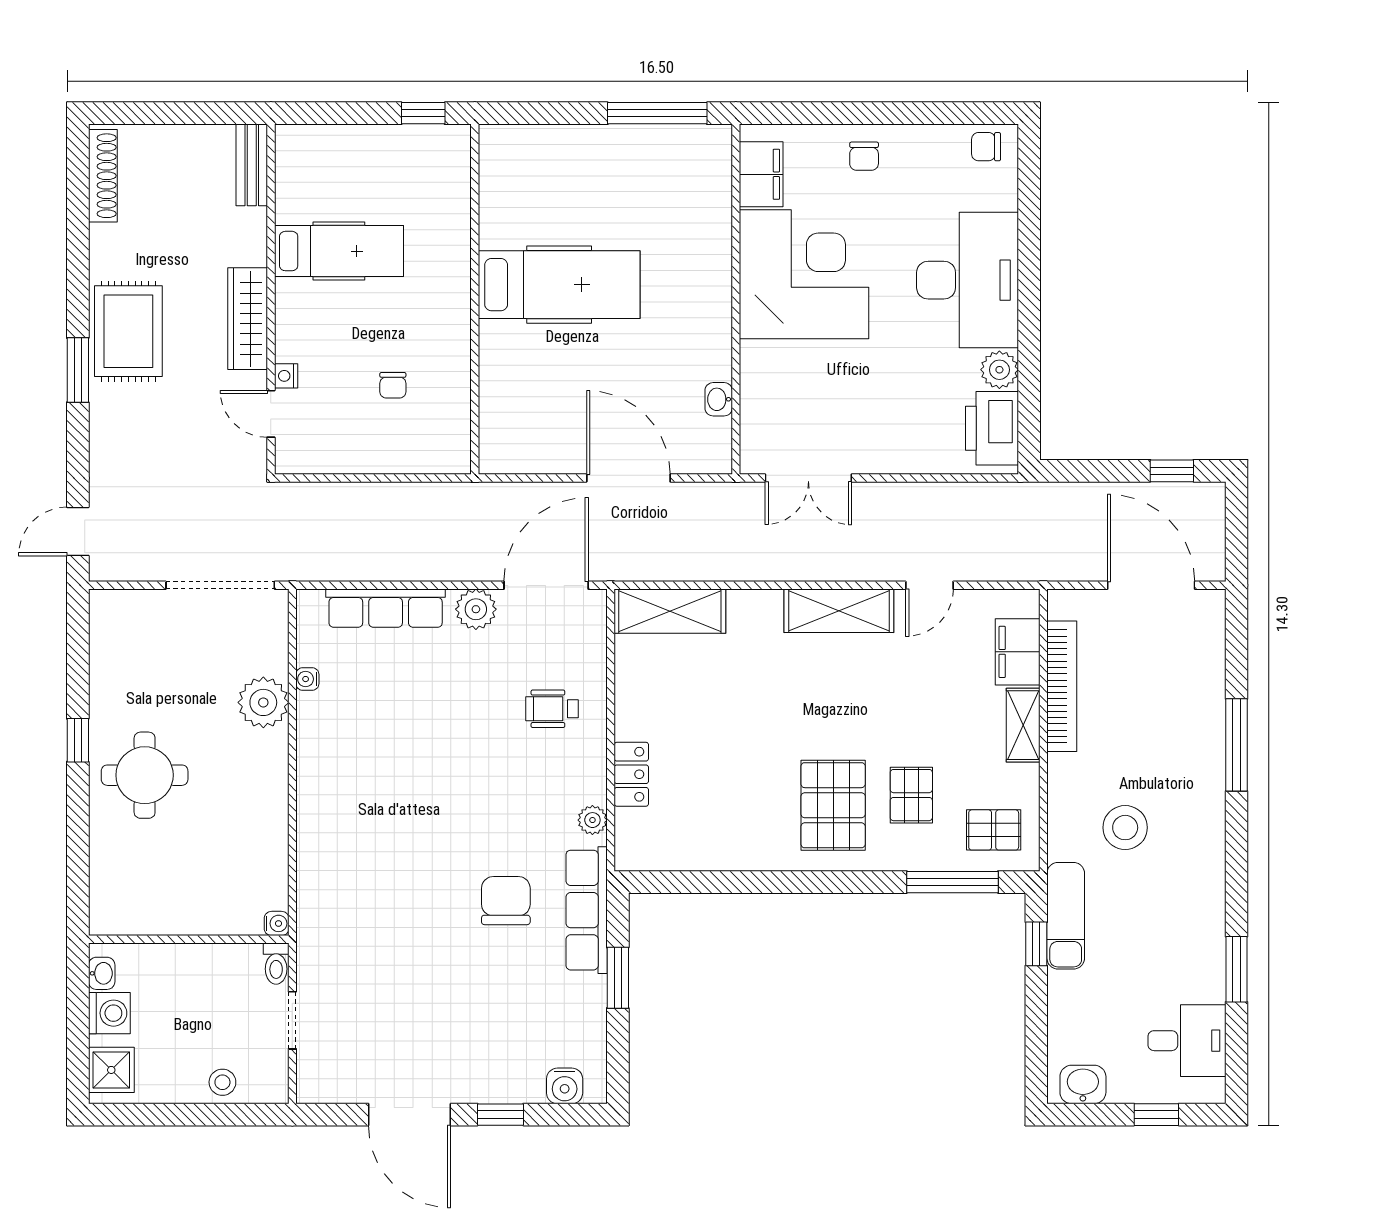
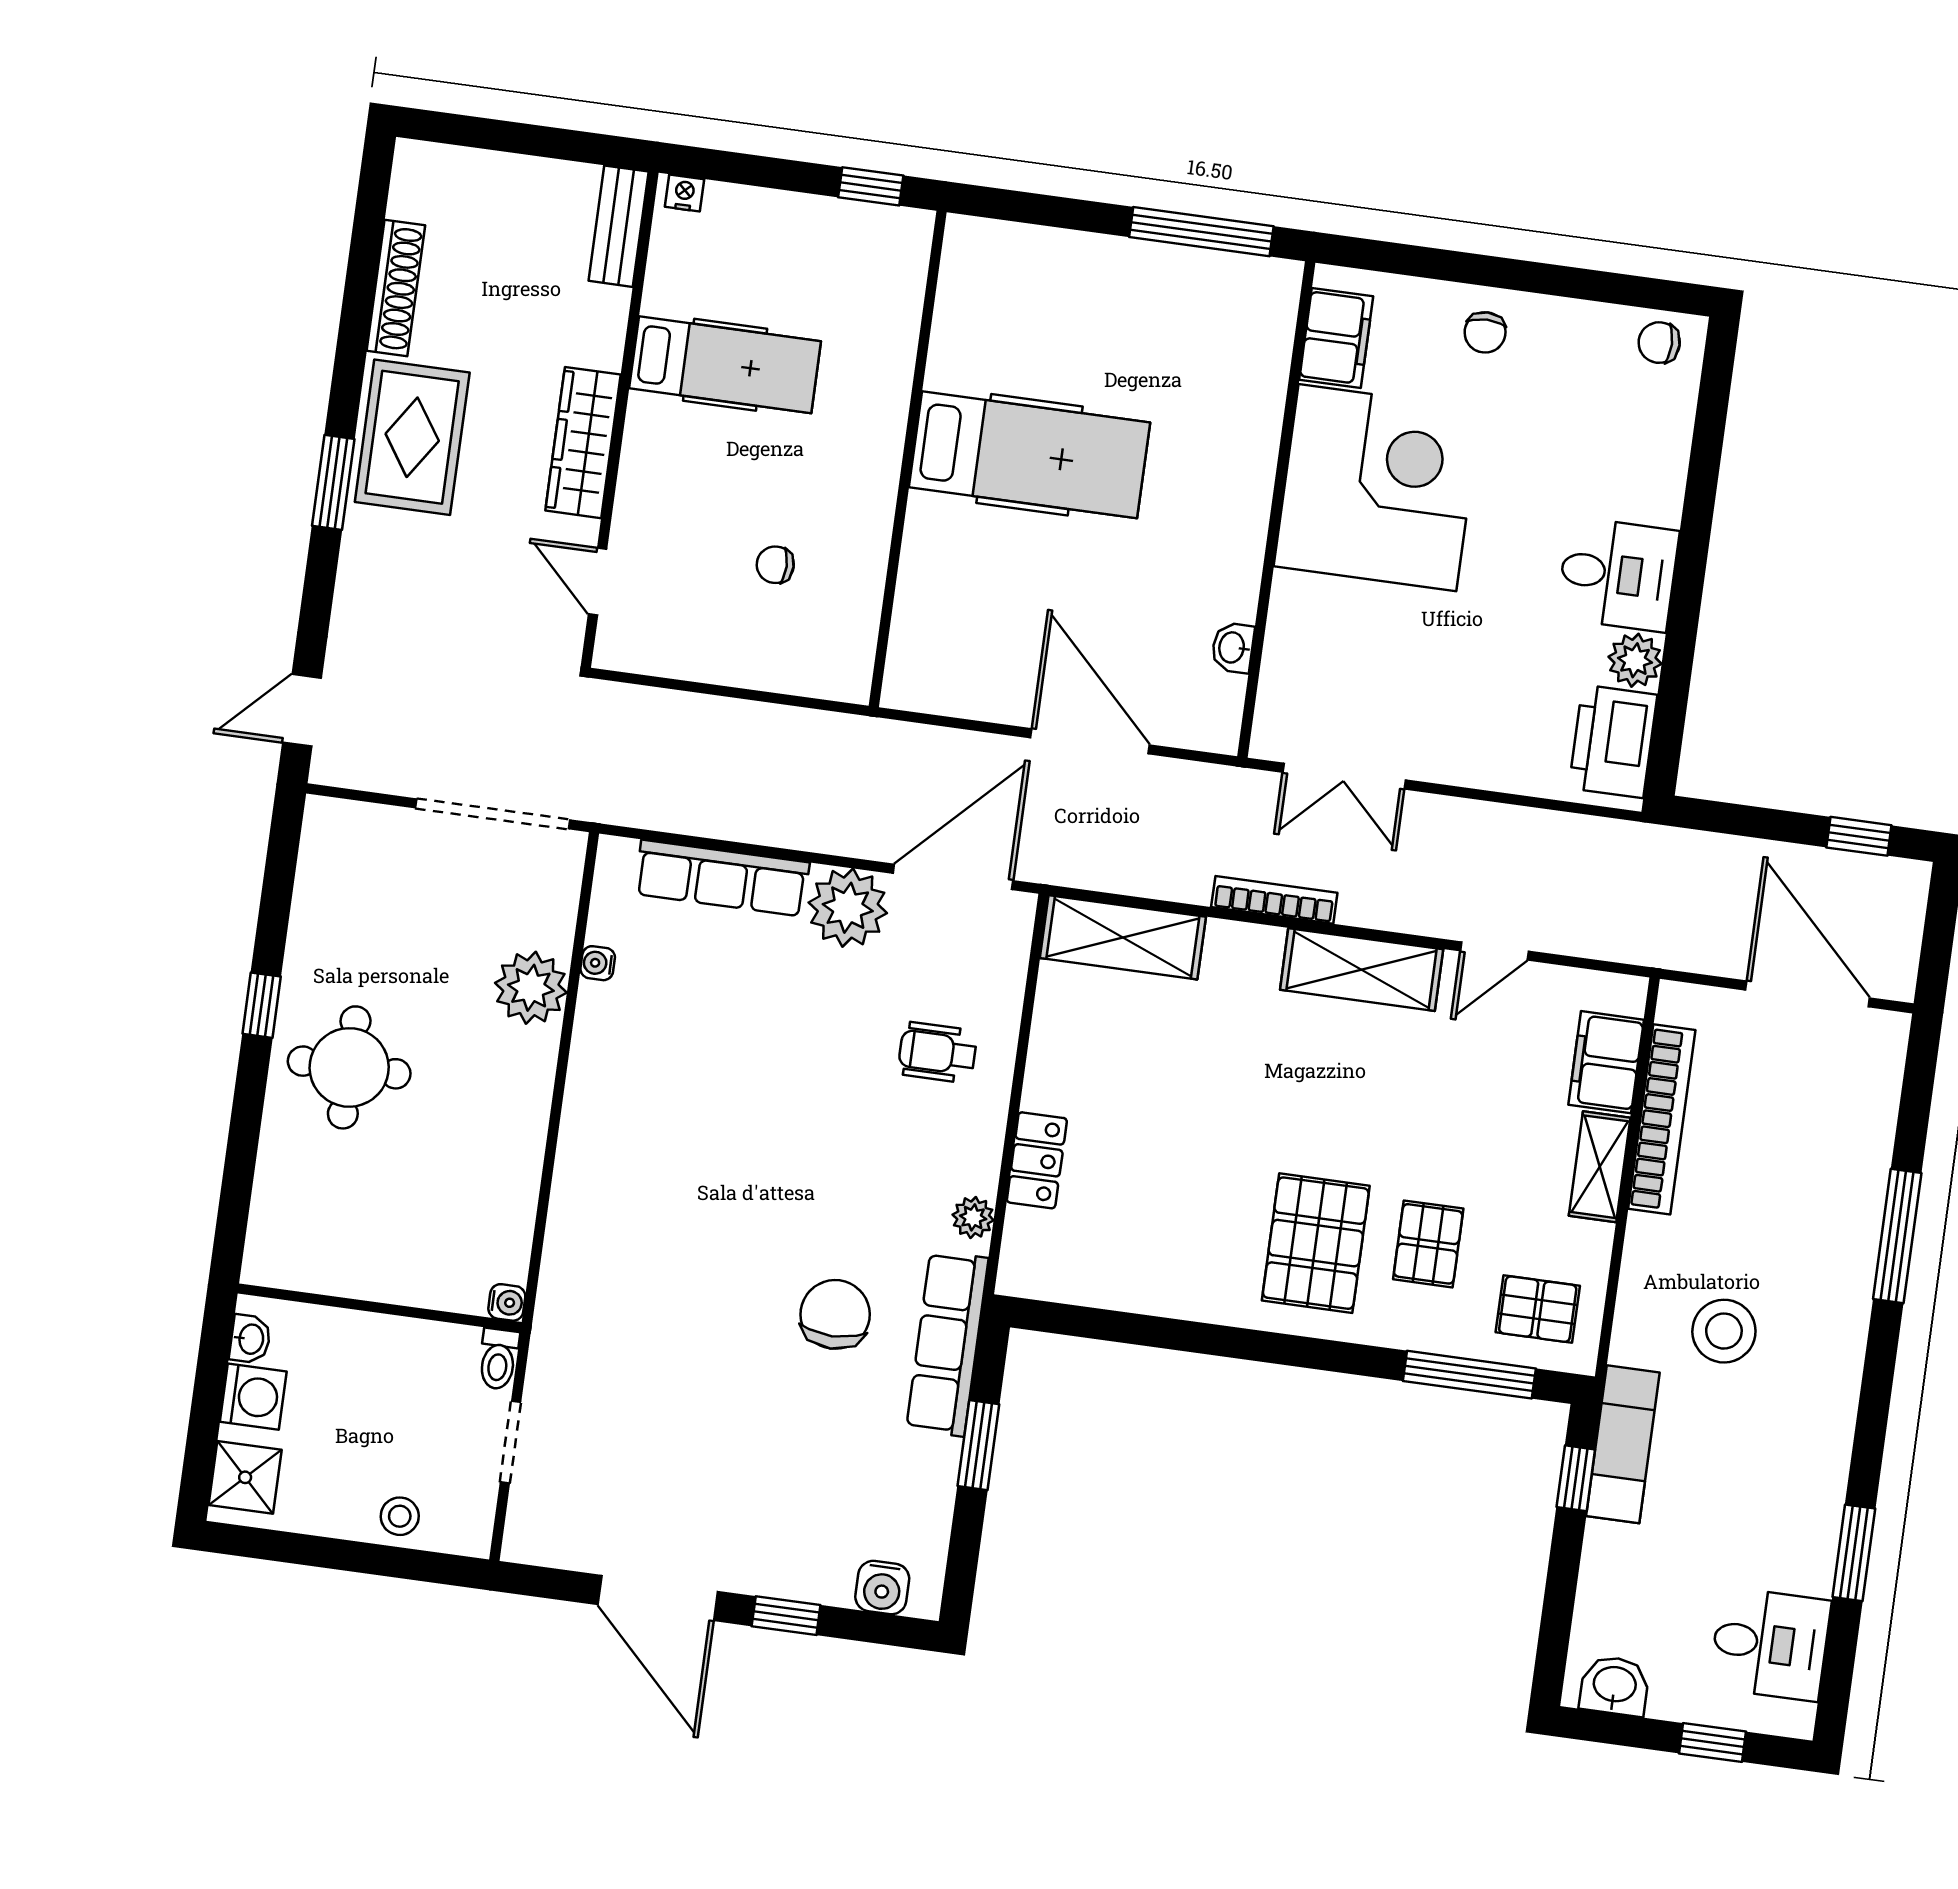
shoe rack: (103, 176) -> (396, 288), moved
desk: (968, 280) -> (1618, 574), width x0.53, depth x0.77
nightstand: (286, 376) -> (685, 193), moved, turned 90
chair: (393, 385) -> (775, 565), turned 90
bookcase: (772, 571) -> (1274, 900), added
plant: (476, 609) -> (848, 908), width x1.36, depth x1.36

